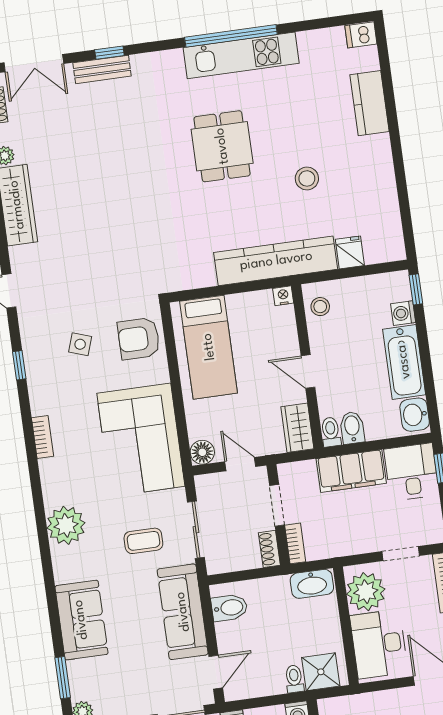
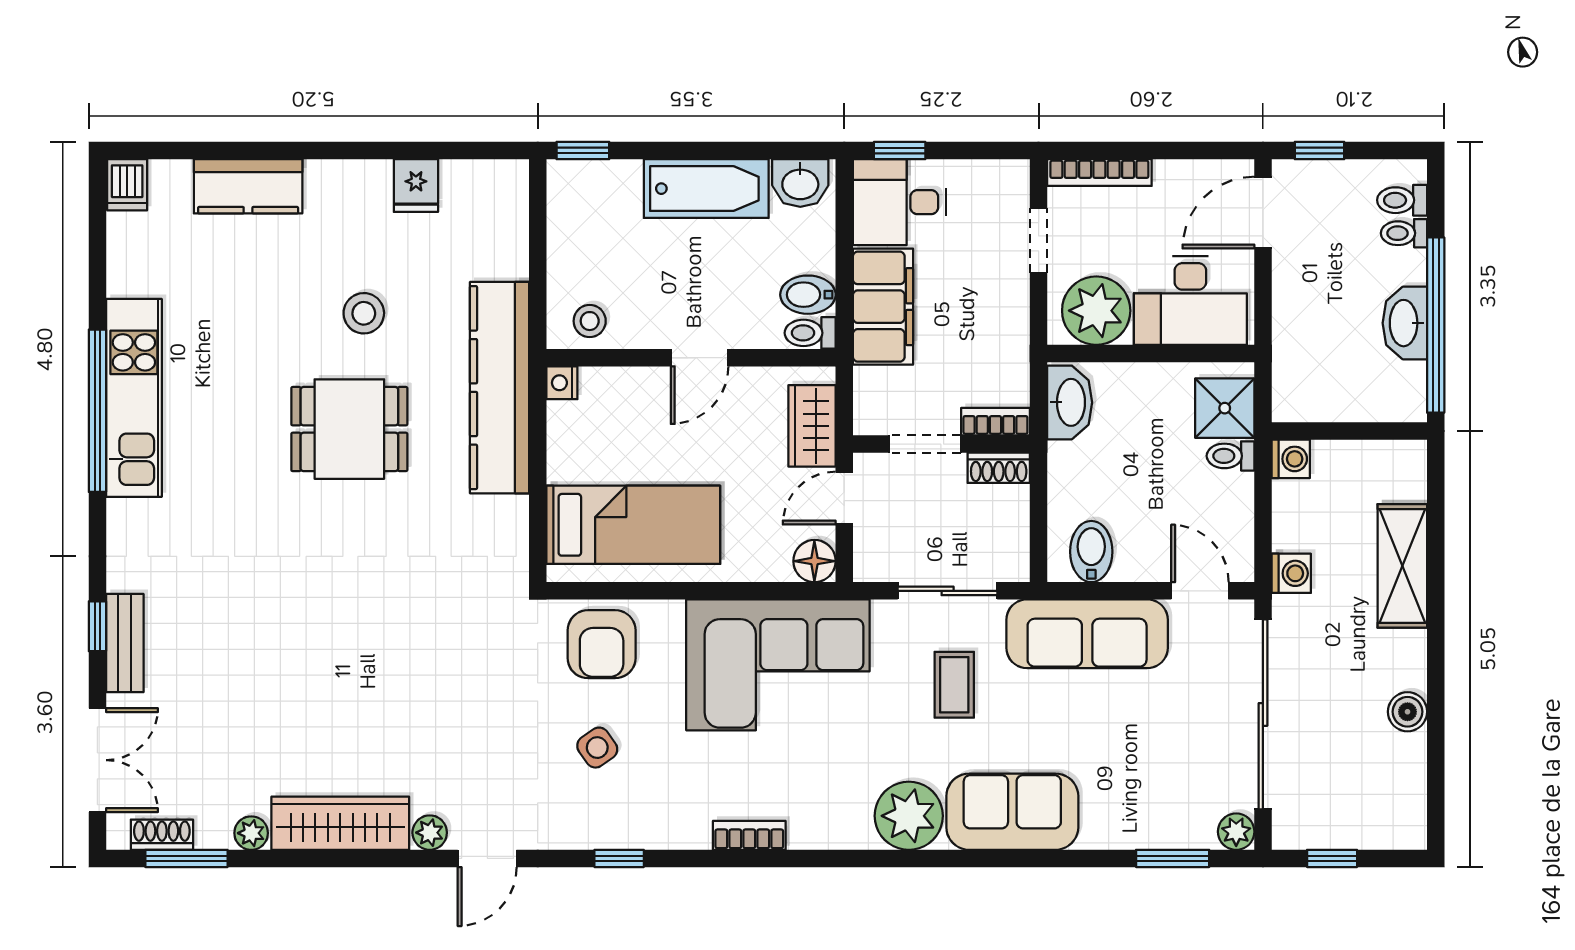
dining table: (222, 146) -> (349, 429), moved
fridge: (350, 252) -> (416, 186), moved, turned -90
plant: (19, 256) -> (430, 833), added
washing machine: (403, 313) -> (621, 178), removed
side table: (80, 344) -> (597, 748), turned 36
wardrobe: (297, 428) -> (812, 426), moved, turned 90
sofa: (81, 620) -> (1012, 812), moved

